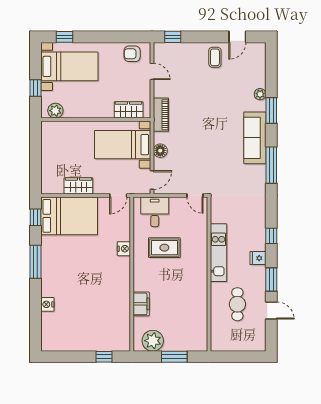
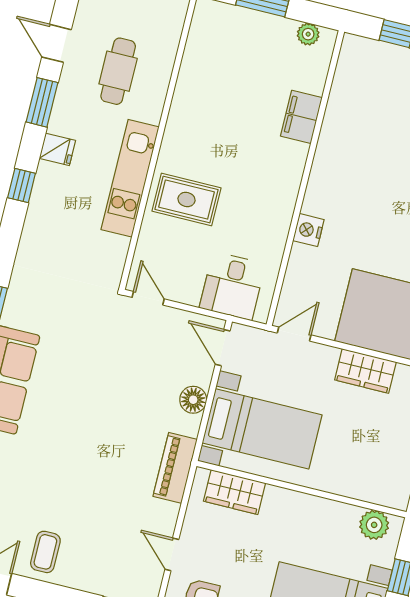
door: (152, 180) -> (223, 348), hinge flipped
rug: (164, 248) -> (186, 199), moved
plant: (153, 341) -> (308, 34), width x0.53, depth x0.53

